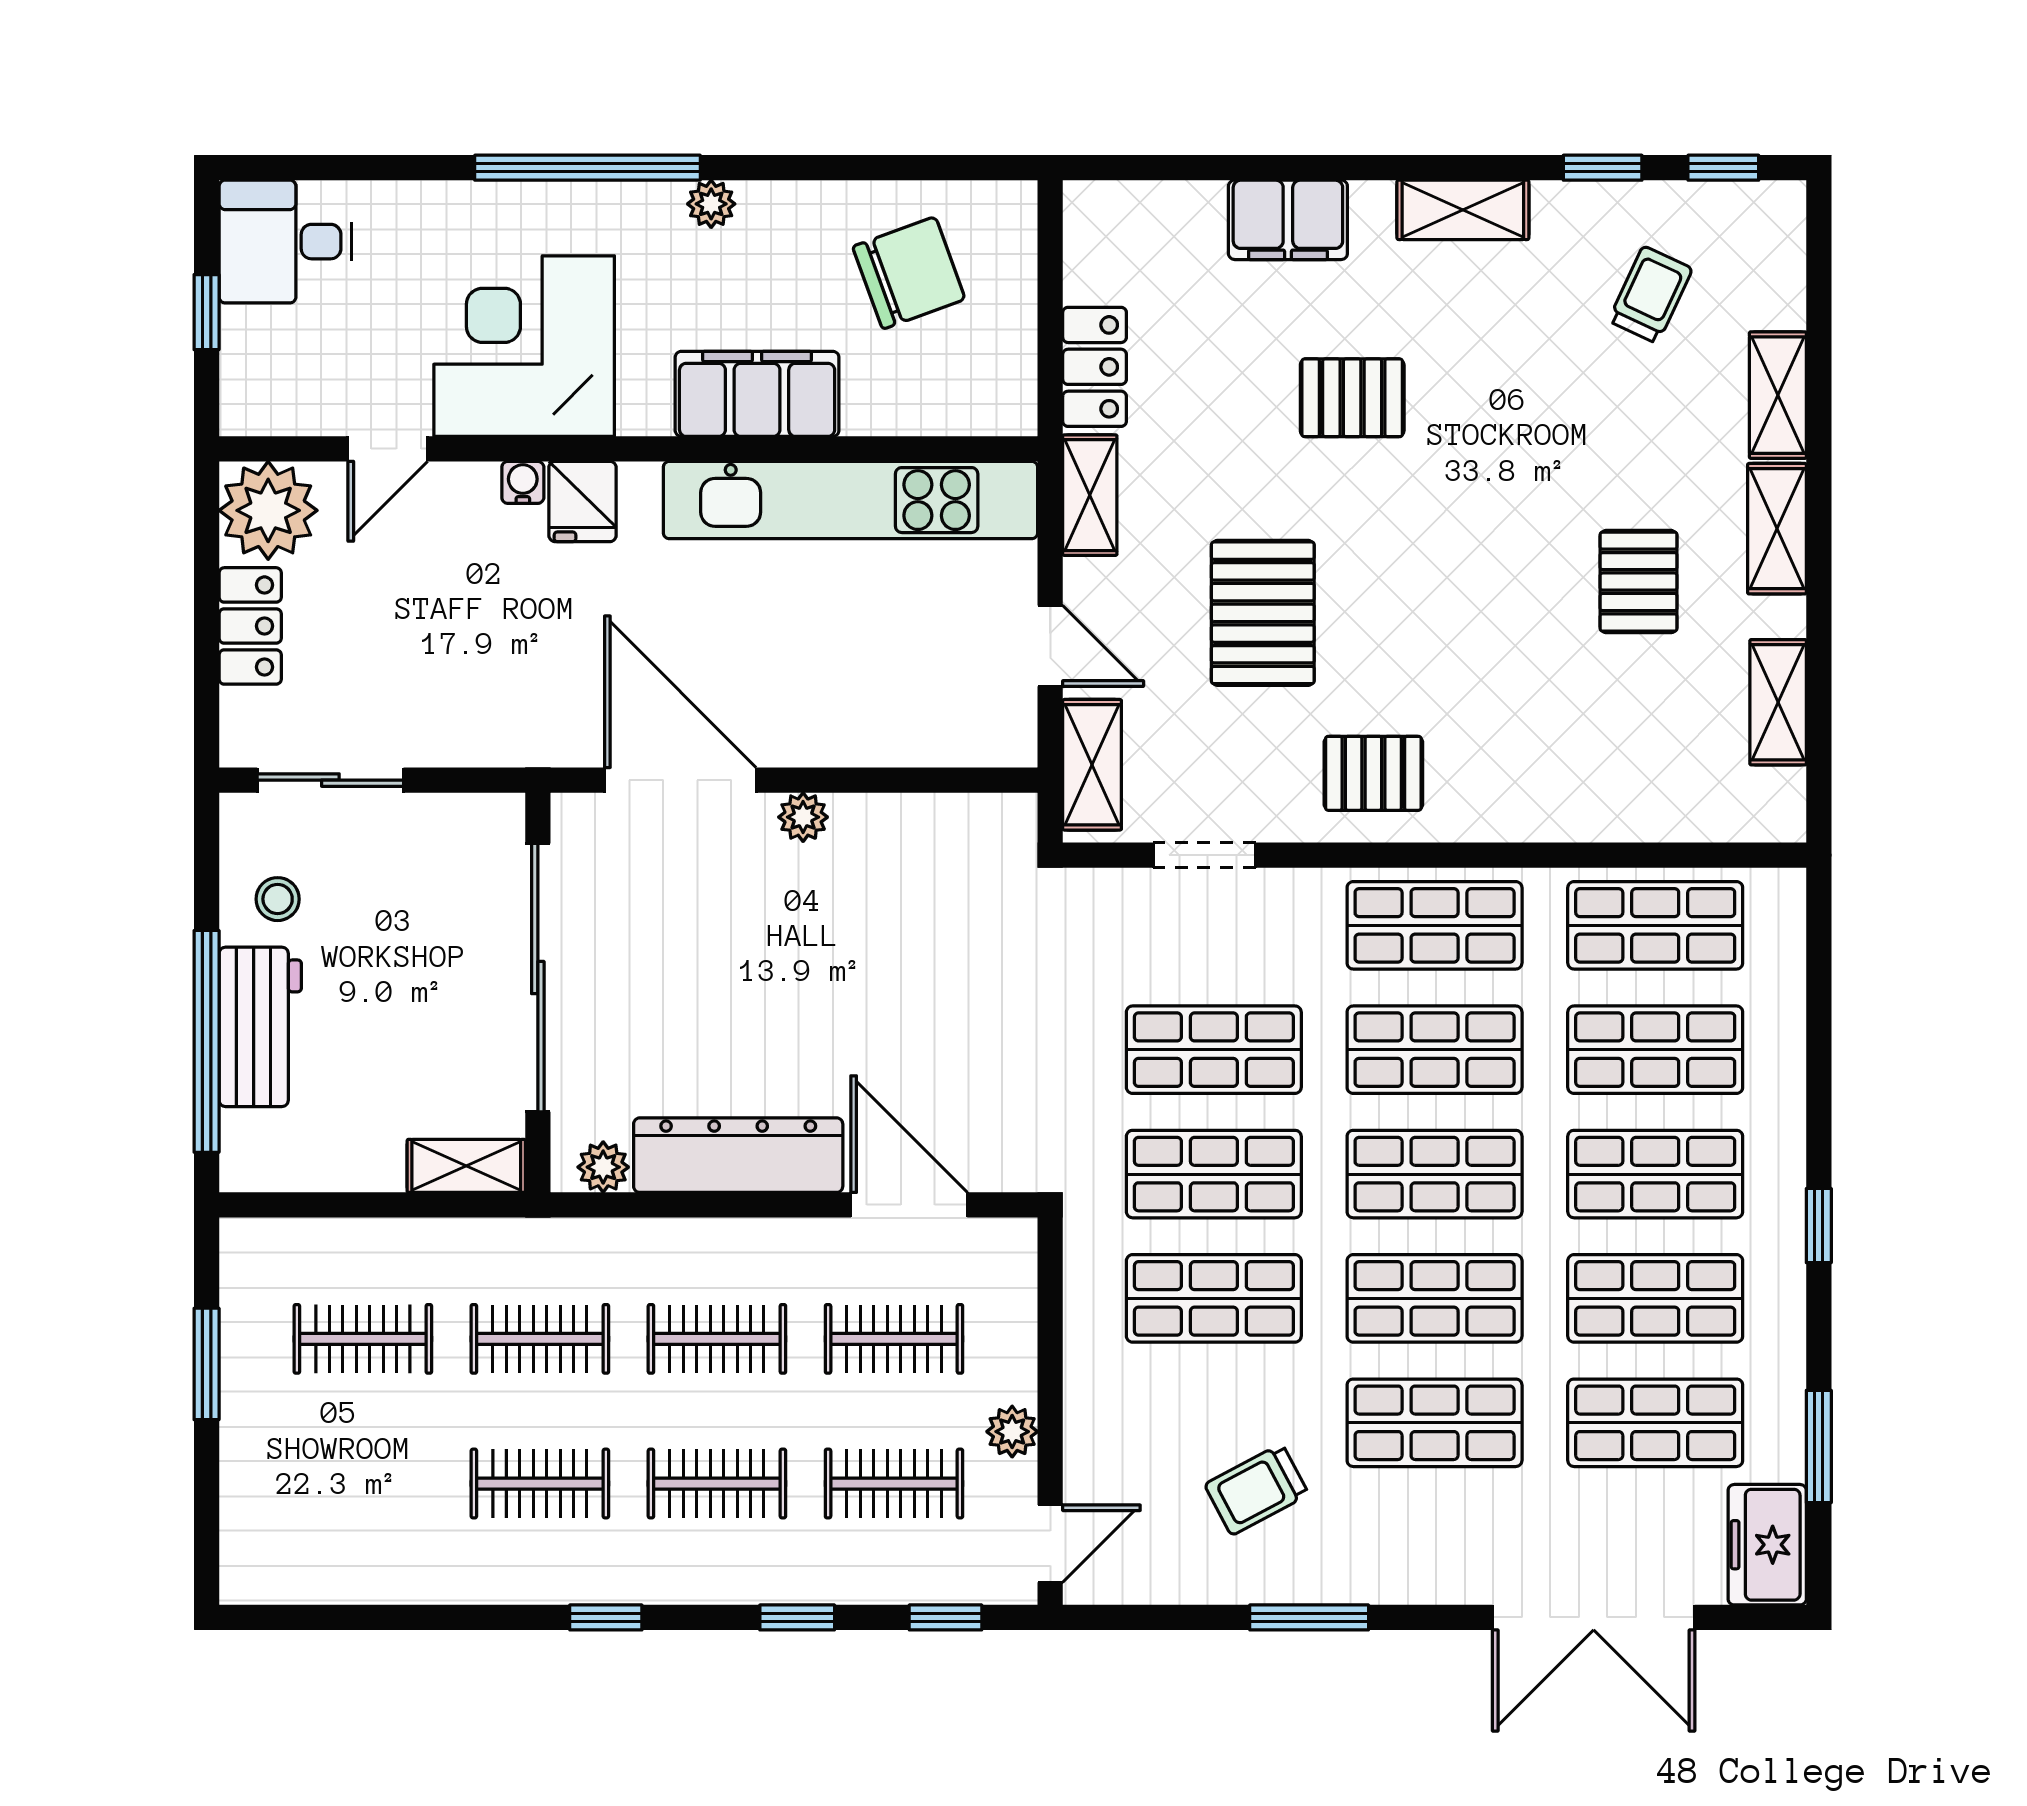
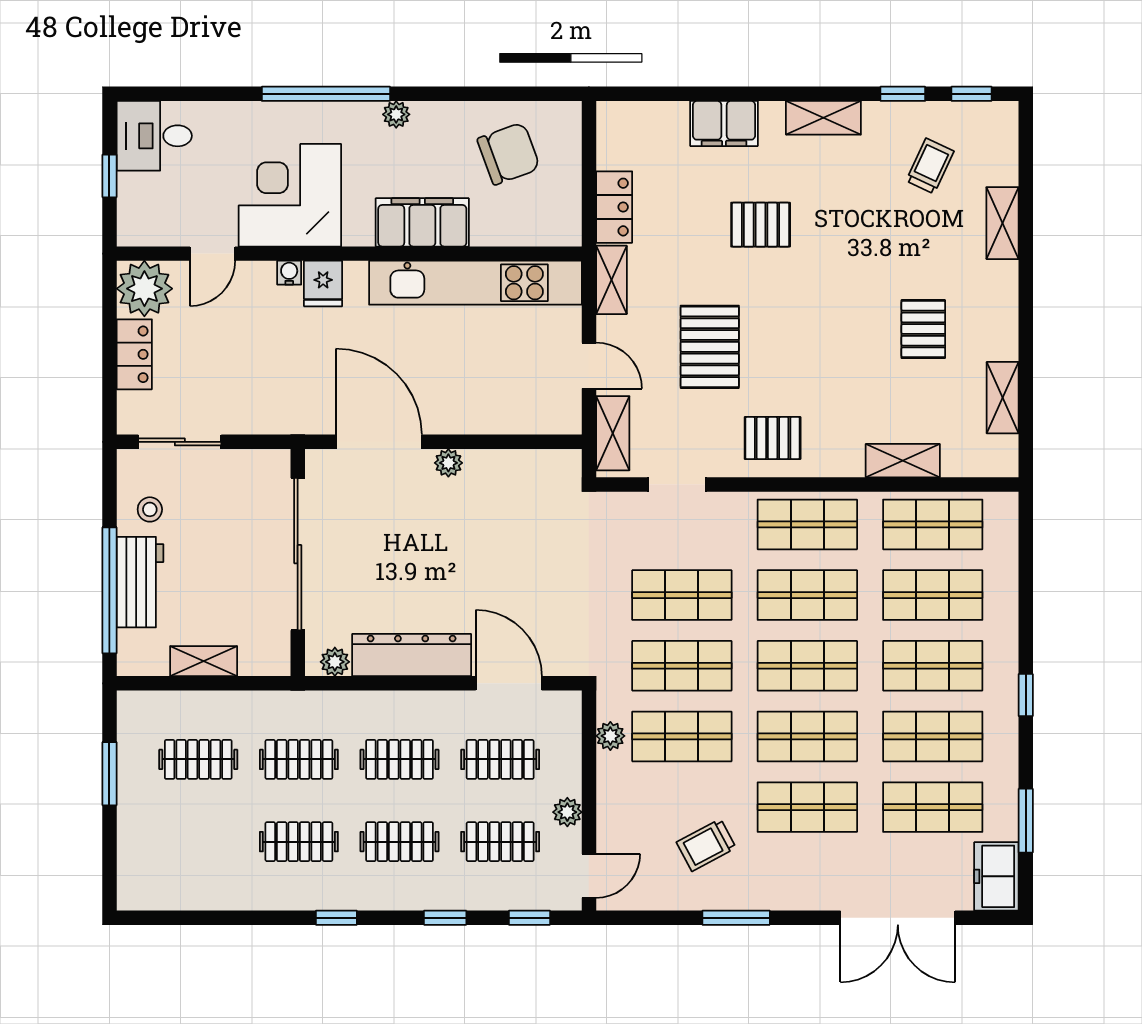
shelving: (1777, 529) -> (903, 461), moved, turned 90
shelving: (466, 1166) -> (204, 661), moved
plant: (1088, 1298) -> (610, 736), added

